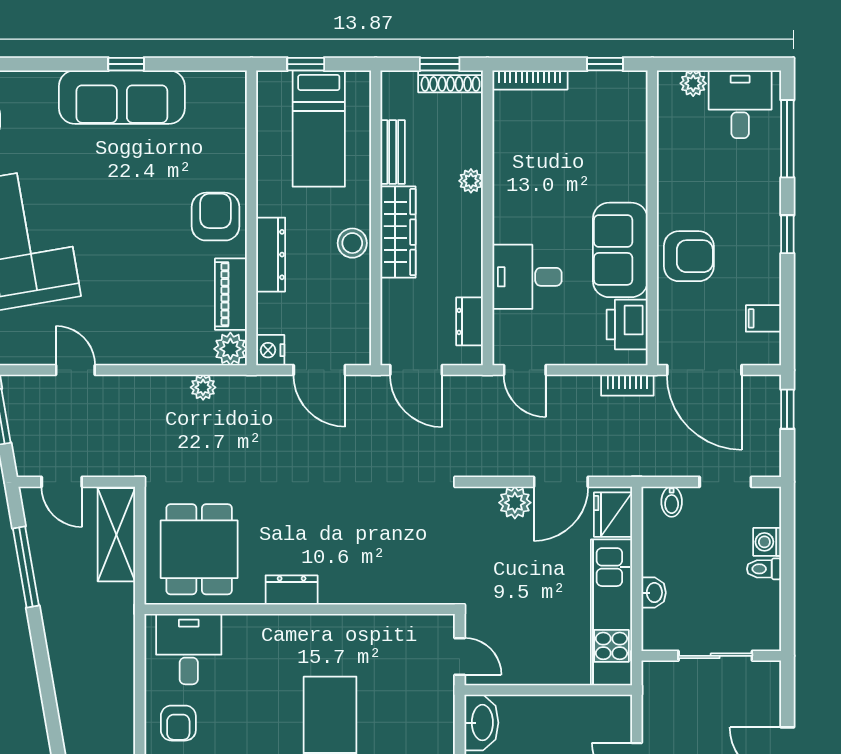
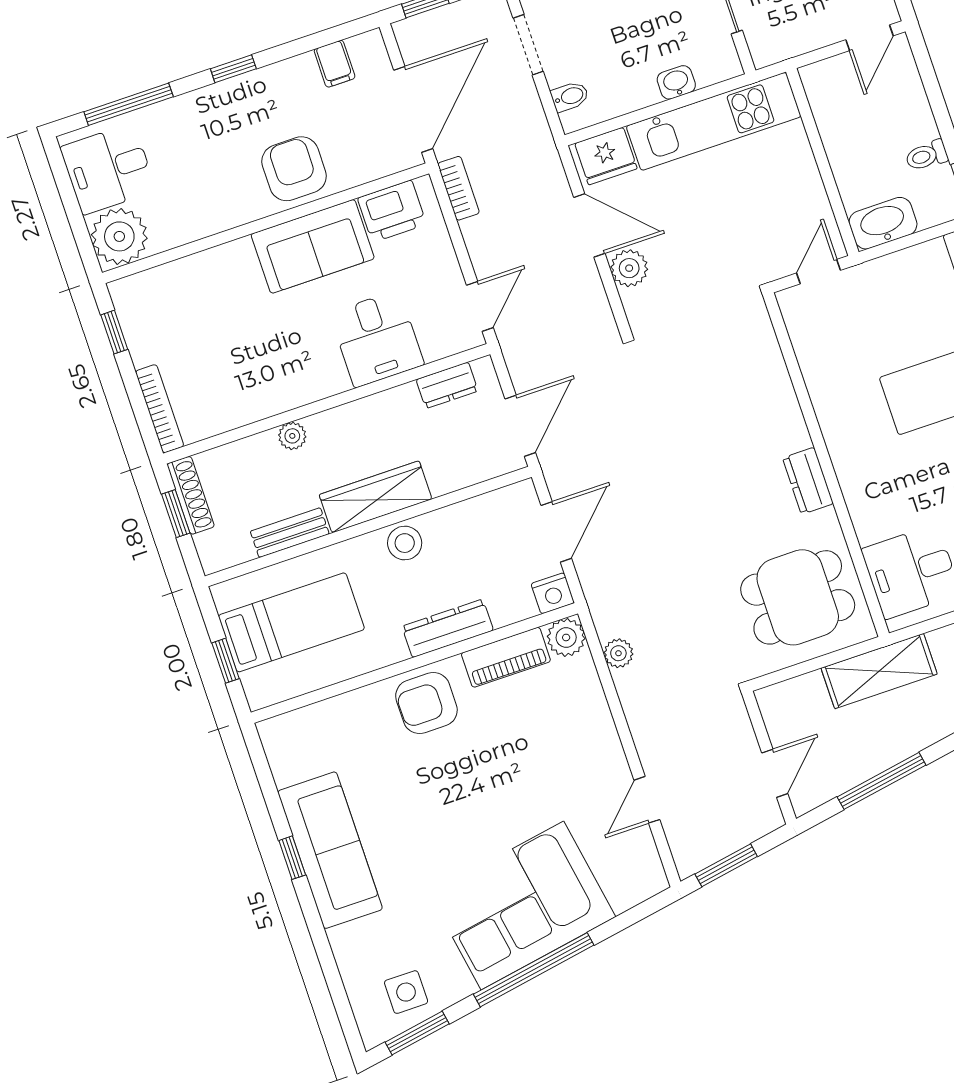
plant: (693, 83) -> (119, 236), width x1.88, depth x1.88
shelving: (116, 535) -> (879, 671), moved

